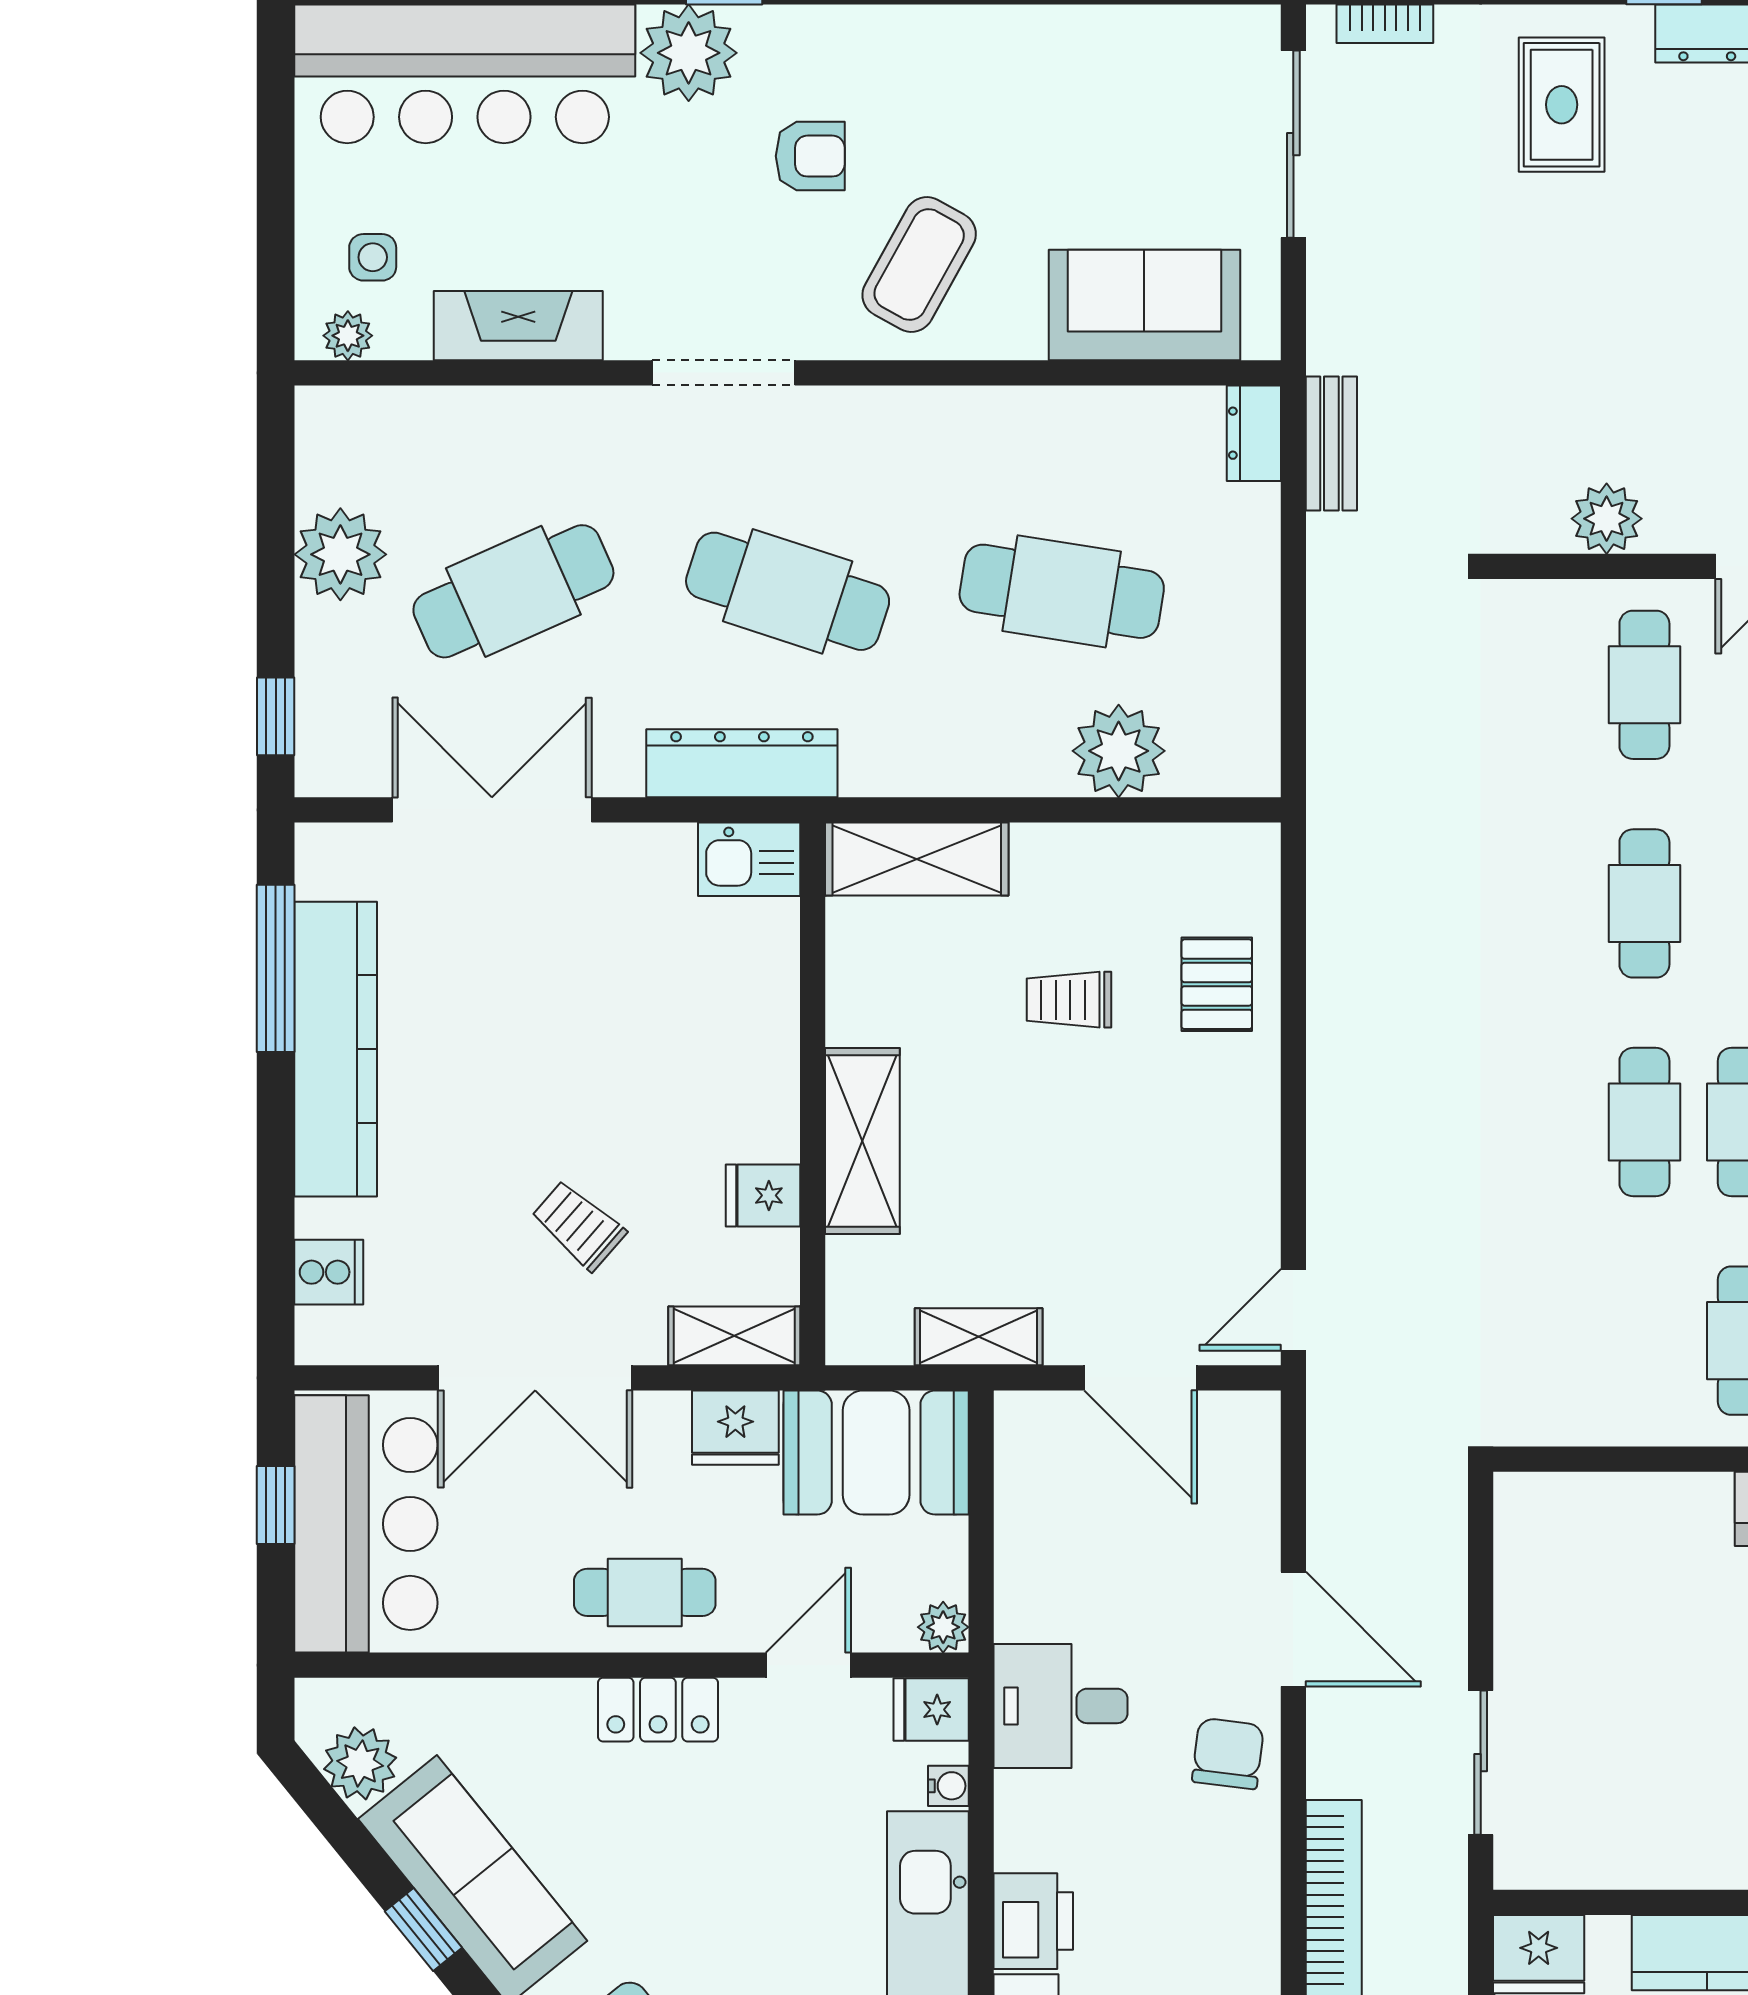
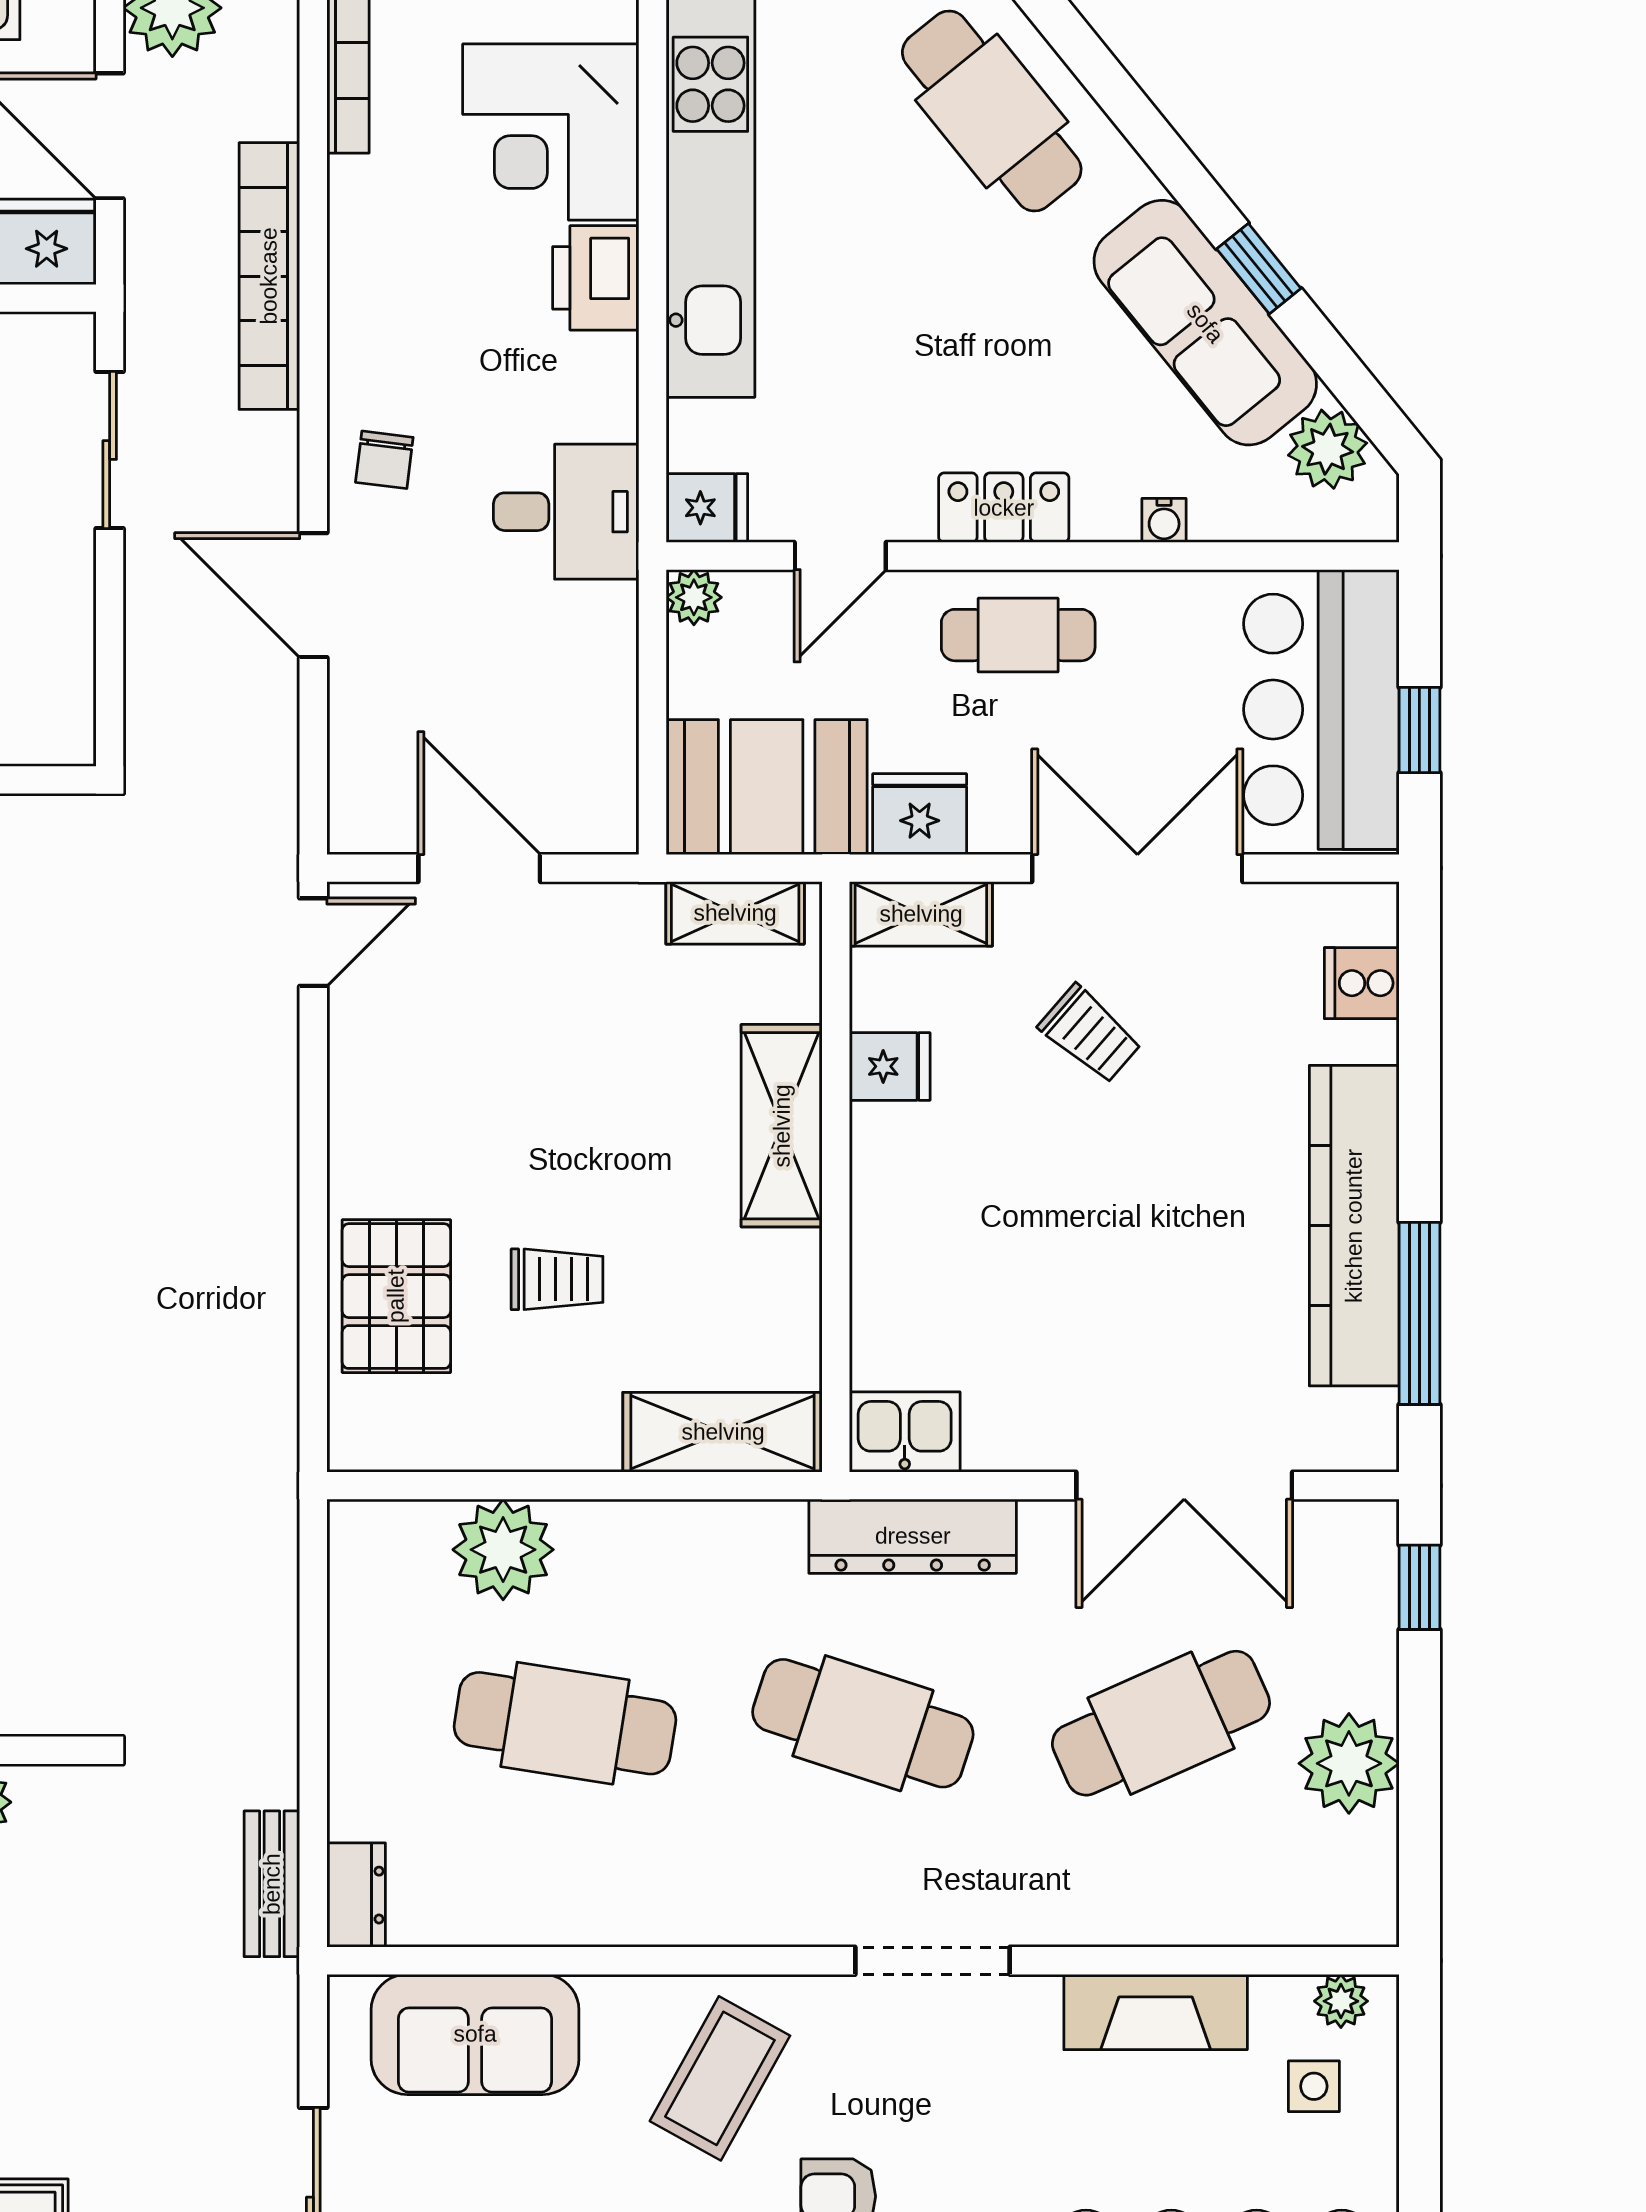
pallet: (1217, 984) -> (396, 1296), width x1.50, depth x1.42
shelving: (979, 1337) -> (735, 913), moved
chair: (1228, 1754) -> (384, 460), width x0.73, depth x0.73
water cooler: (948, 1786) -> (1164, 520), moved, turned -90

